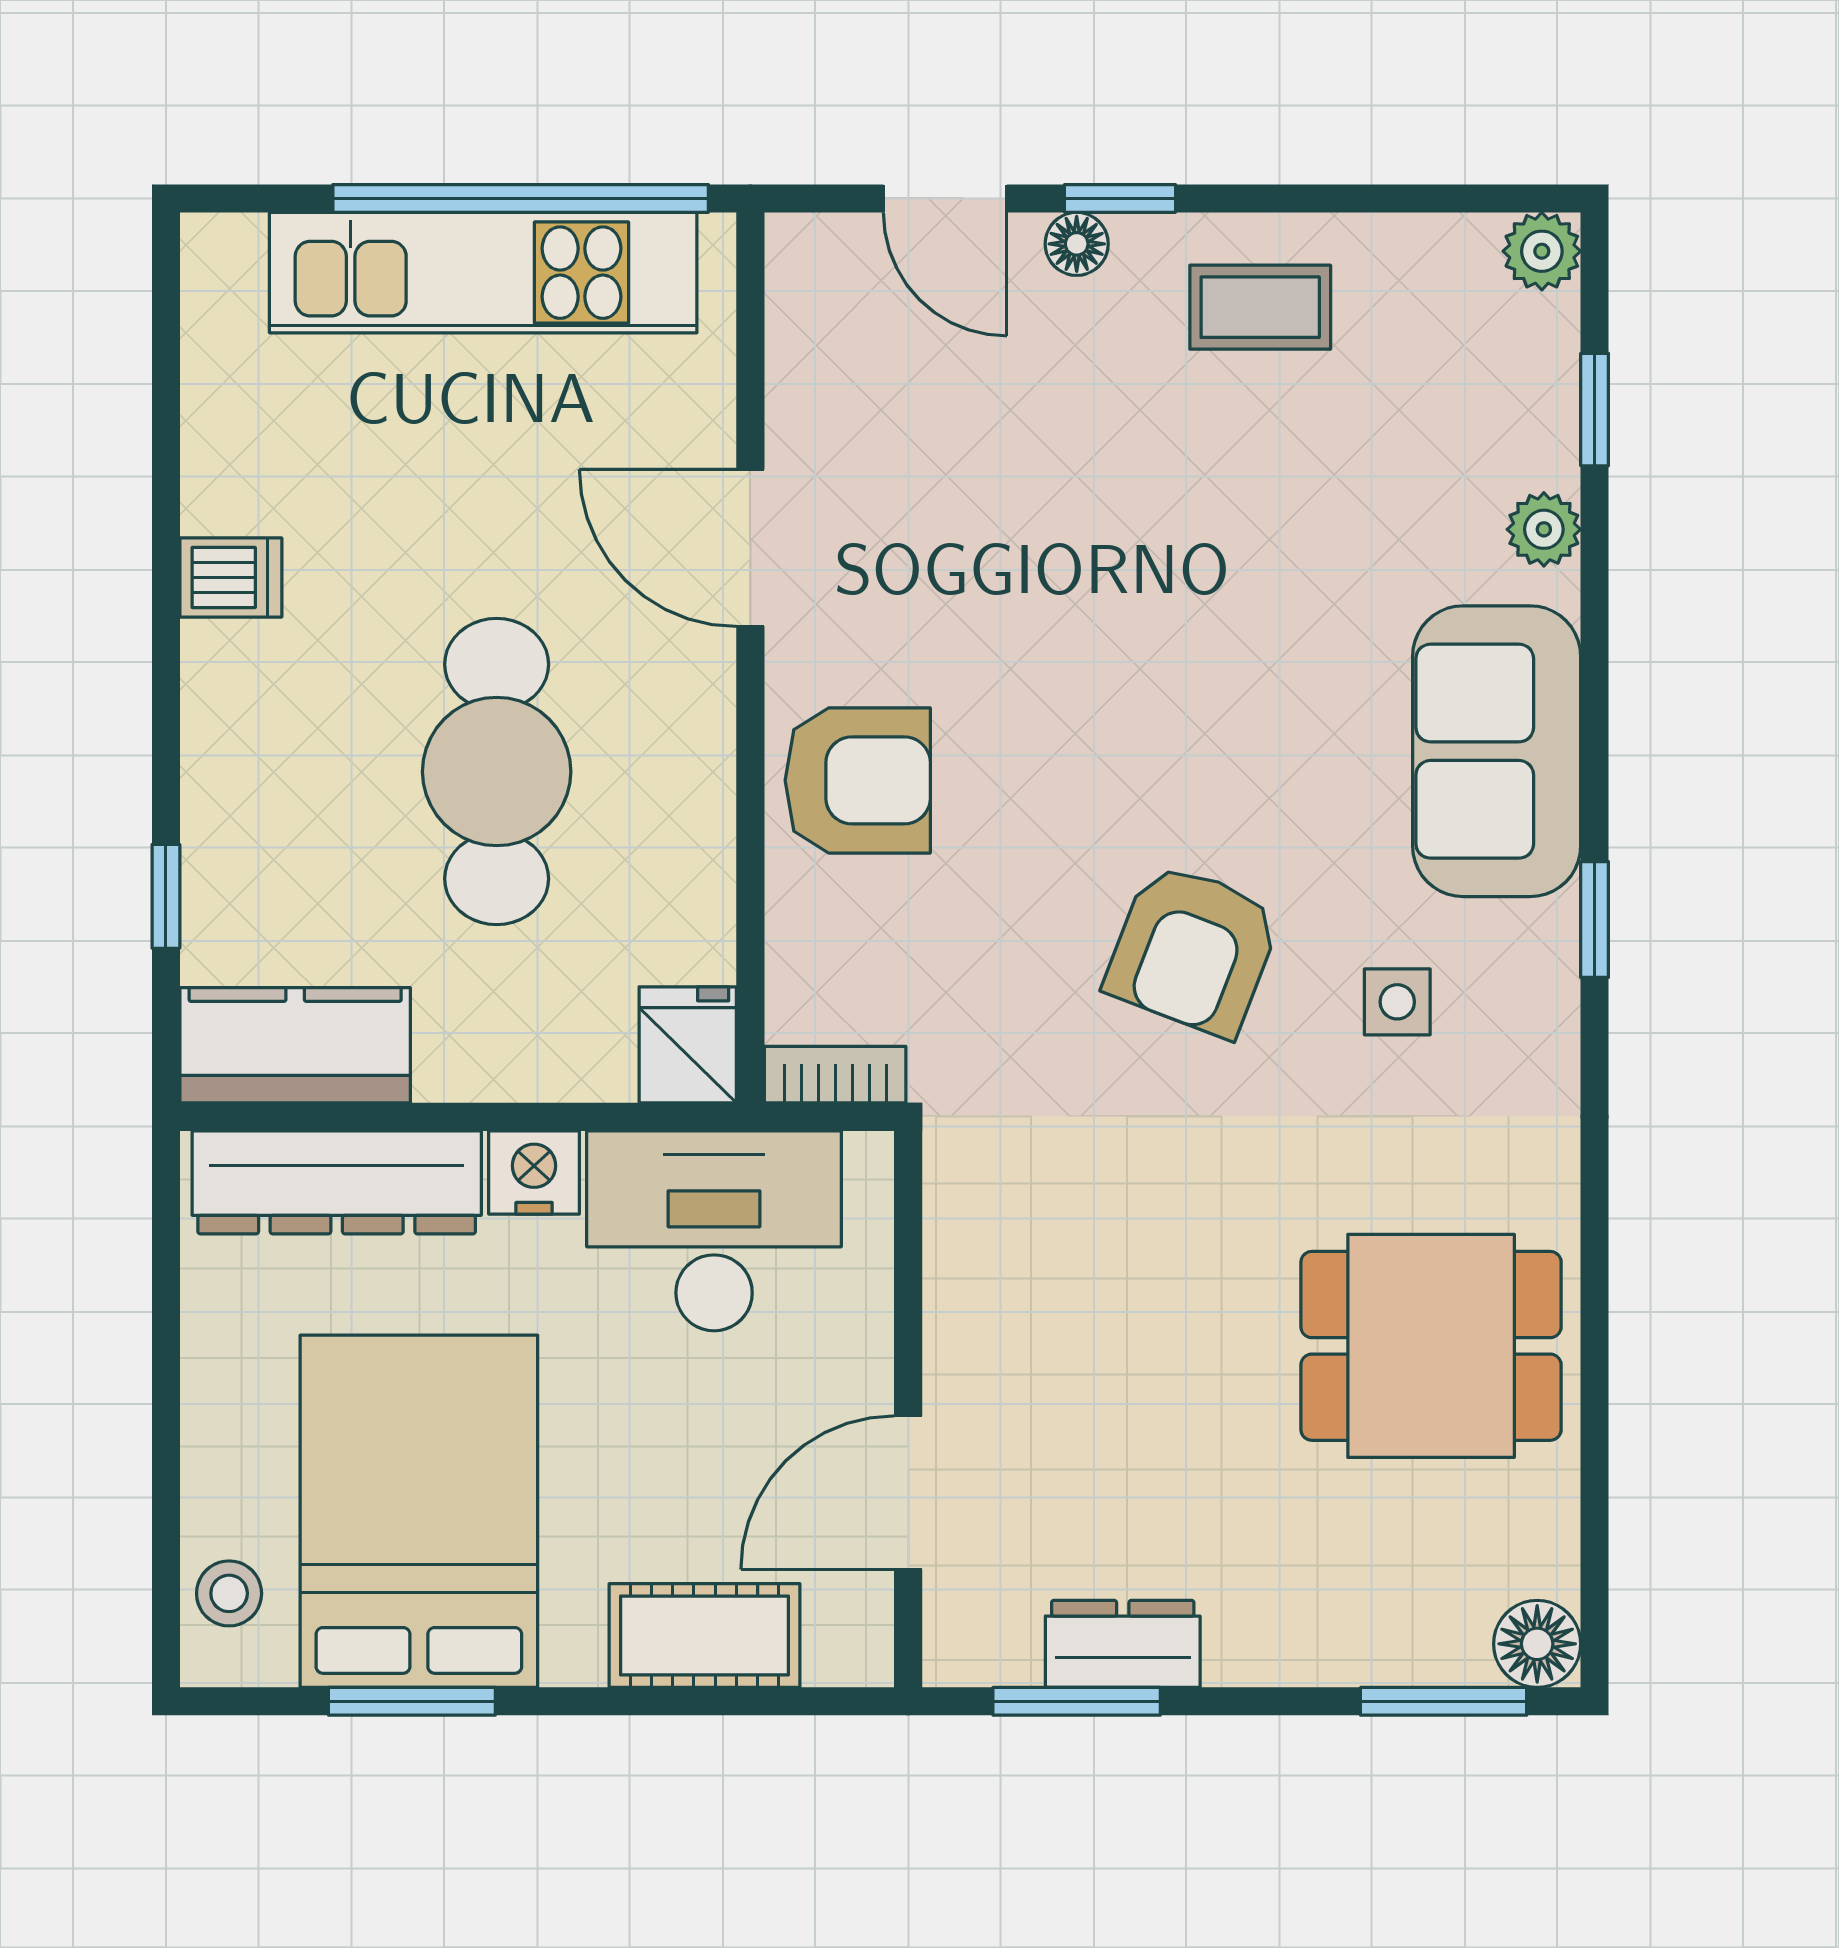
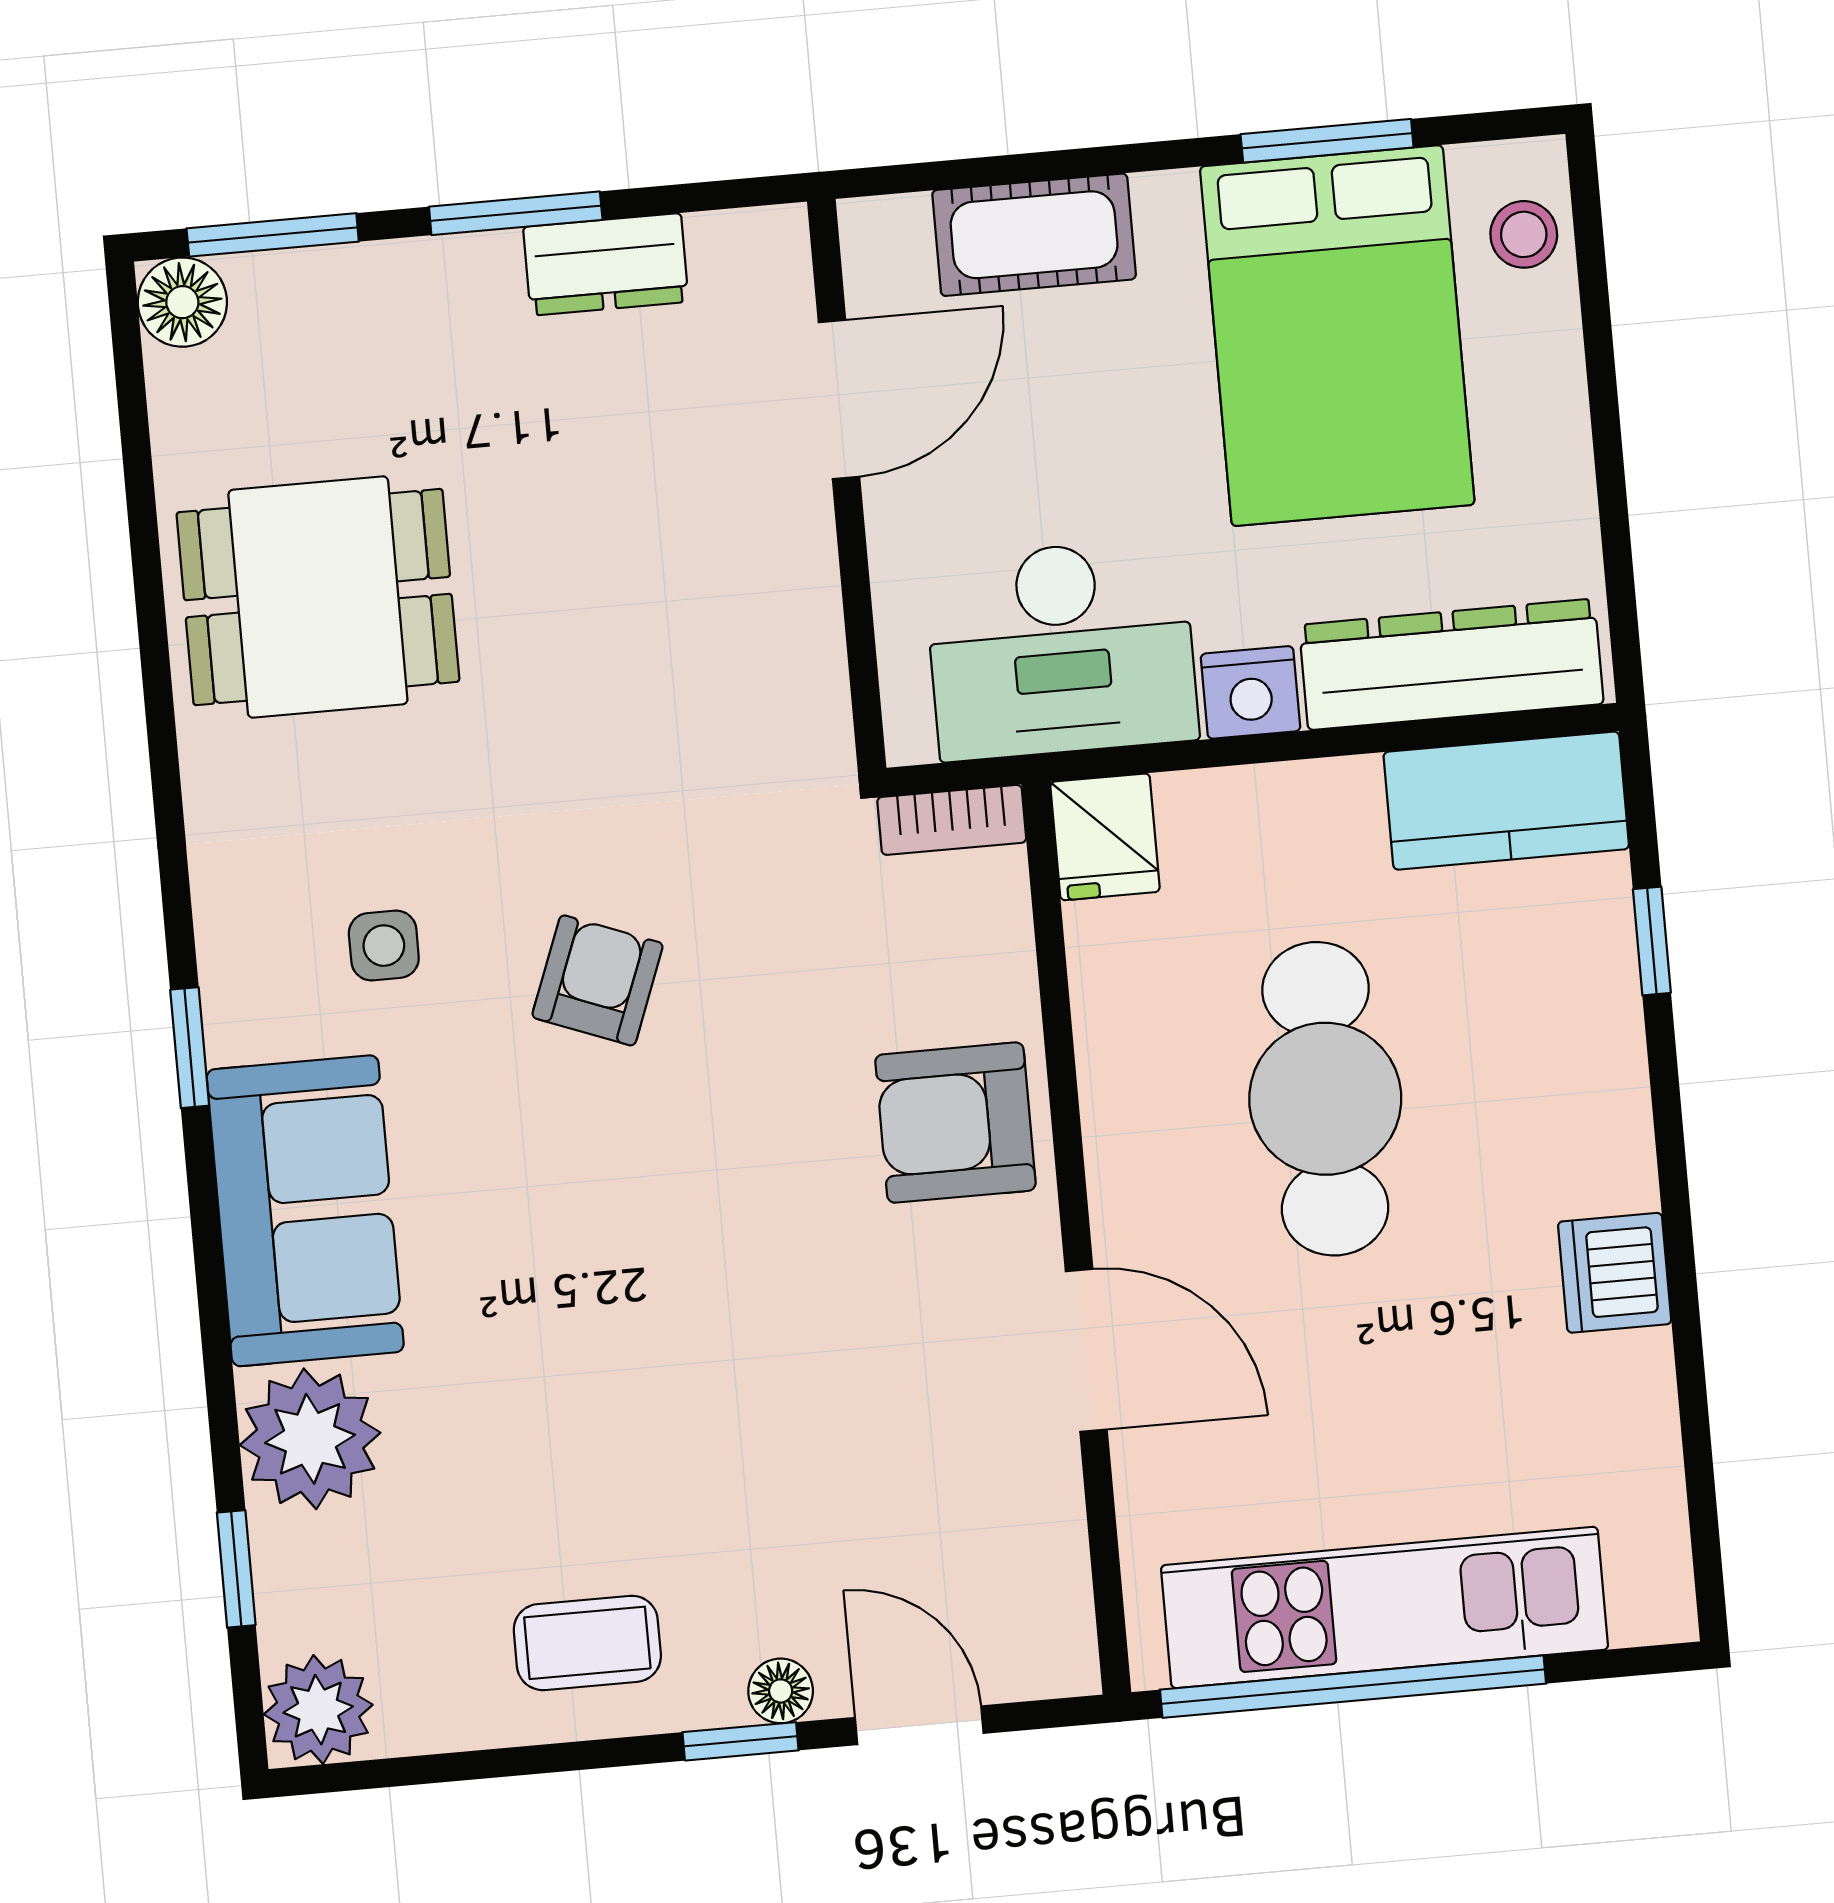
plant: (1542, 251) -> (318, 1710), width x1.38, depth x1.38
plant: (1544, 529) -> (310, 1439), width x1.87, depth x1.87
dishwasher: (231, 578) -> (1615, 1273), width x1.38
armchair: (1193, 949) -> (598, 980), width x0.72, depth x0.72
window: (1077, 1701) -> (516, 213), moved

